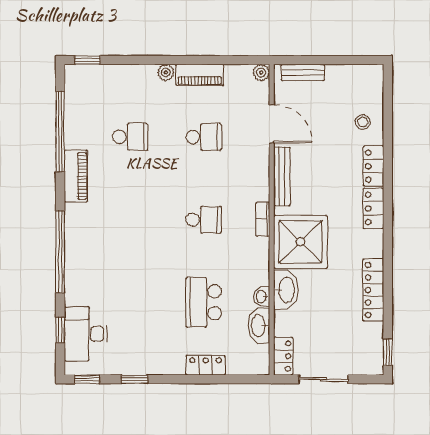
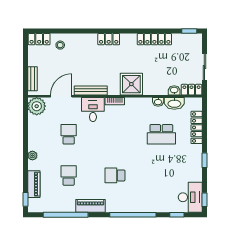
plant: (261, 73) -> (37, 106), width x1.88, depth x1.88
piano: (200, 75) -> (34, 184), moved
locker: (373, 166) -> (39, 39), moved
desk: (248, 180) -> (93, 109), added
school desk: (204, 220) -> (115, 175), moved, turned -90
shower: (300, 242) -> (131, 84), width x0.73, depth x0.73
washbasin: (286, 290) -> (174, 90), moved, width x0.52, depth x0.69
desk: (86, 334) -> (190, 197), moved, turned -90
locker: (206, 365) -> (197, 127), width x1.53
window: (135, 379) -> (204, 160), moved

